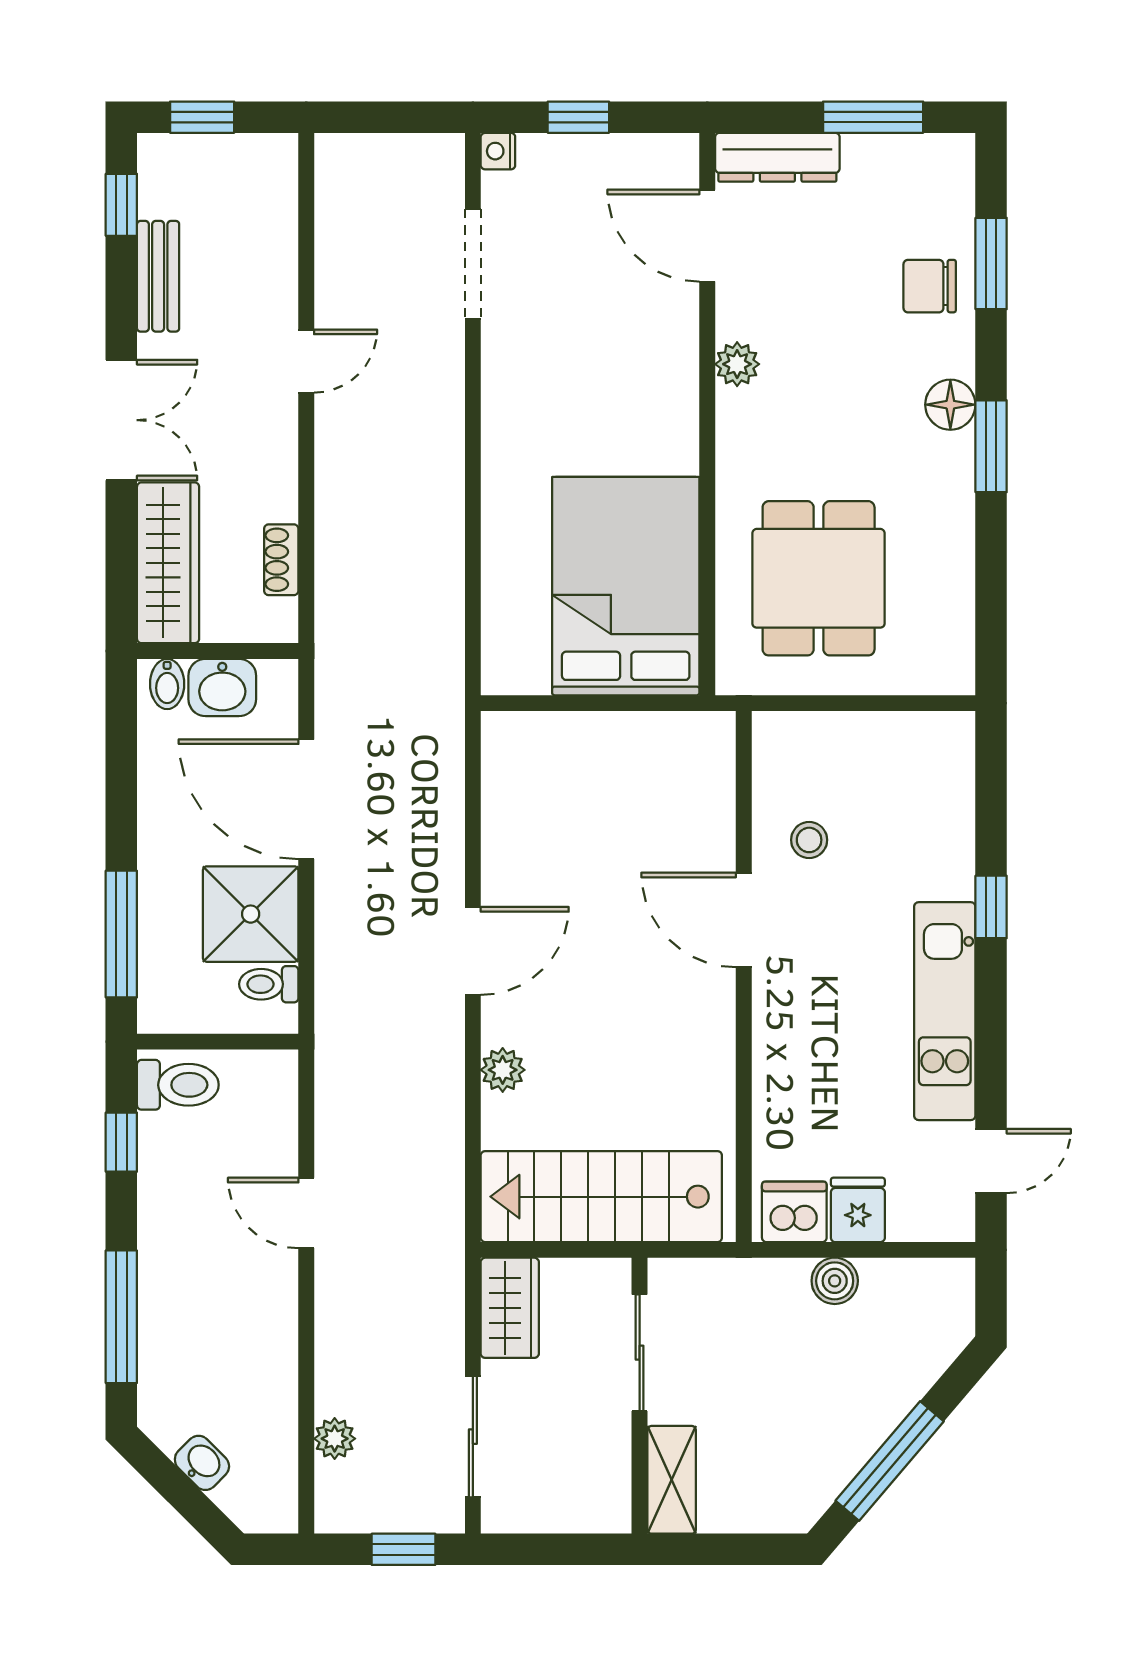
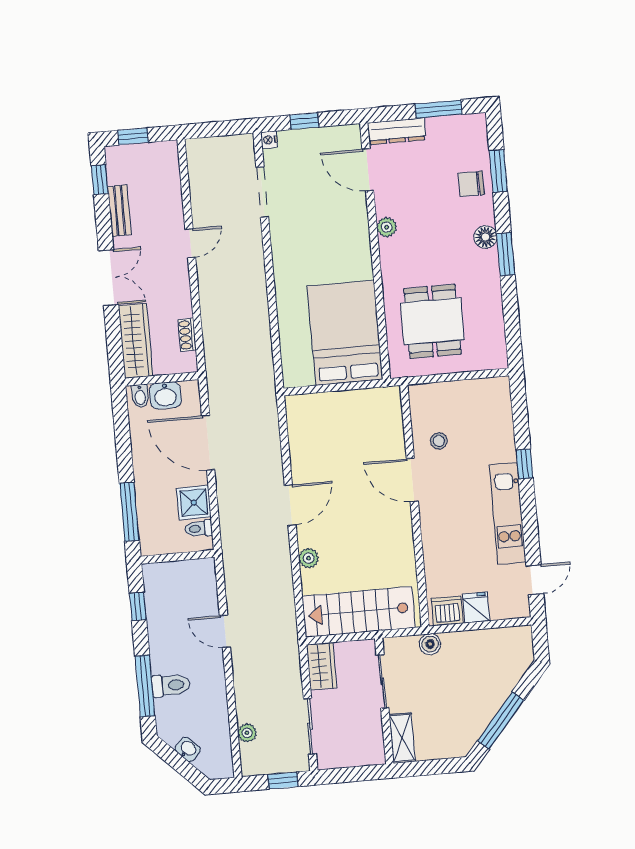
shower: (251, 914) -> (194, 503), width x0.73, depth x0.73
toilet: (178, 1085) -> (171, 685), moved
boiler: (835, 1281) -> (430, 644), moved

